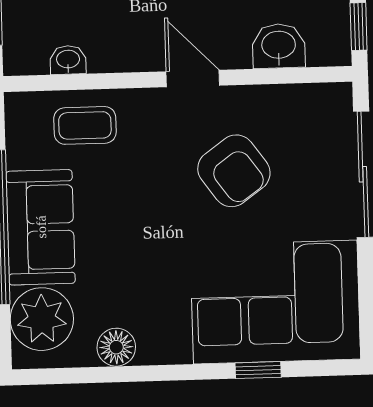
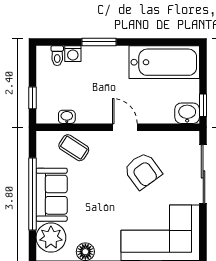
washbasin: (279, 46) -> (187, 113), moved
coffee table: (85, 125) -> (74, 148), turned 33

